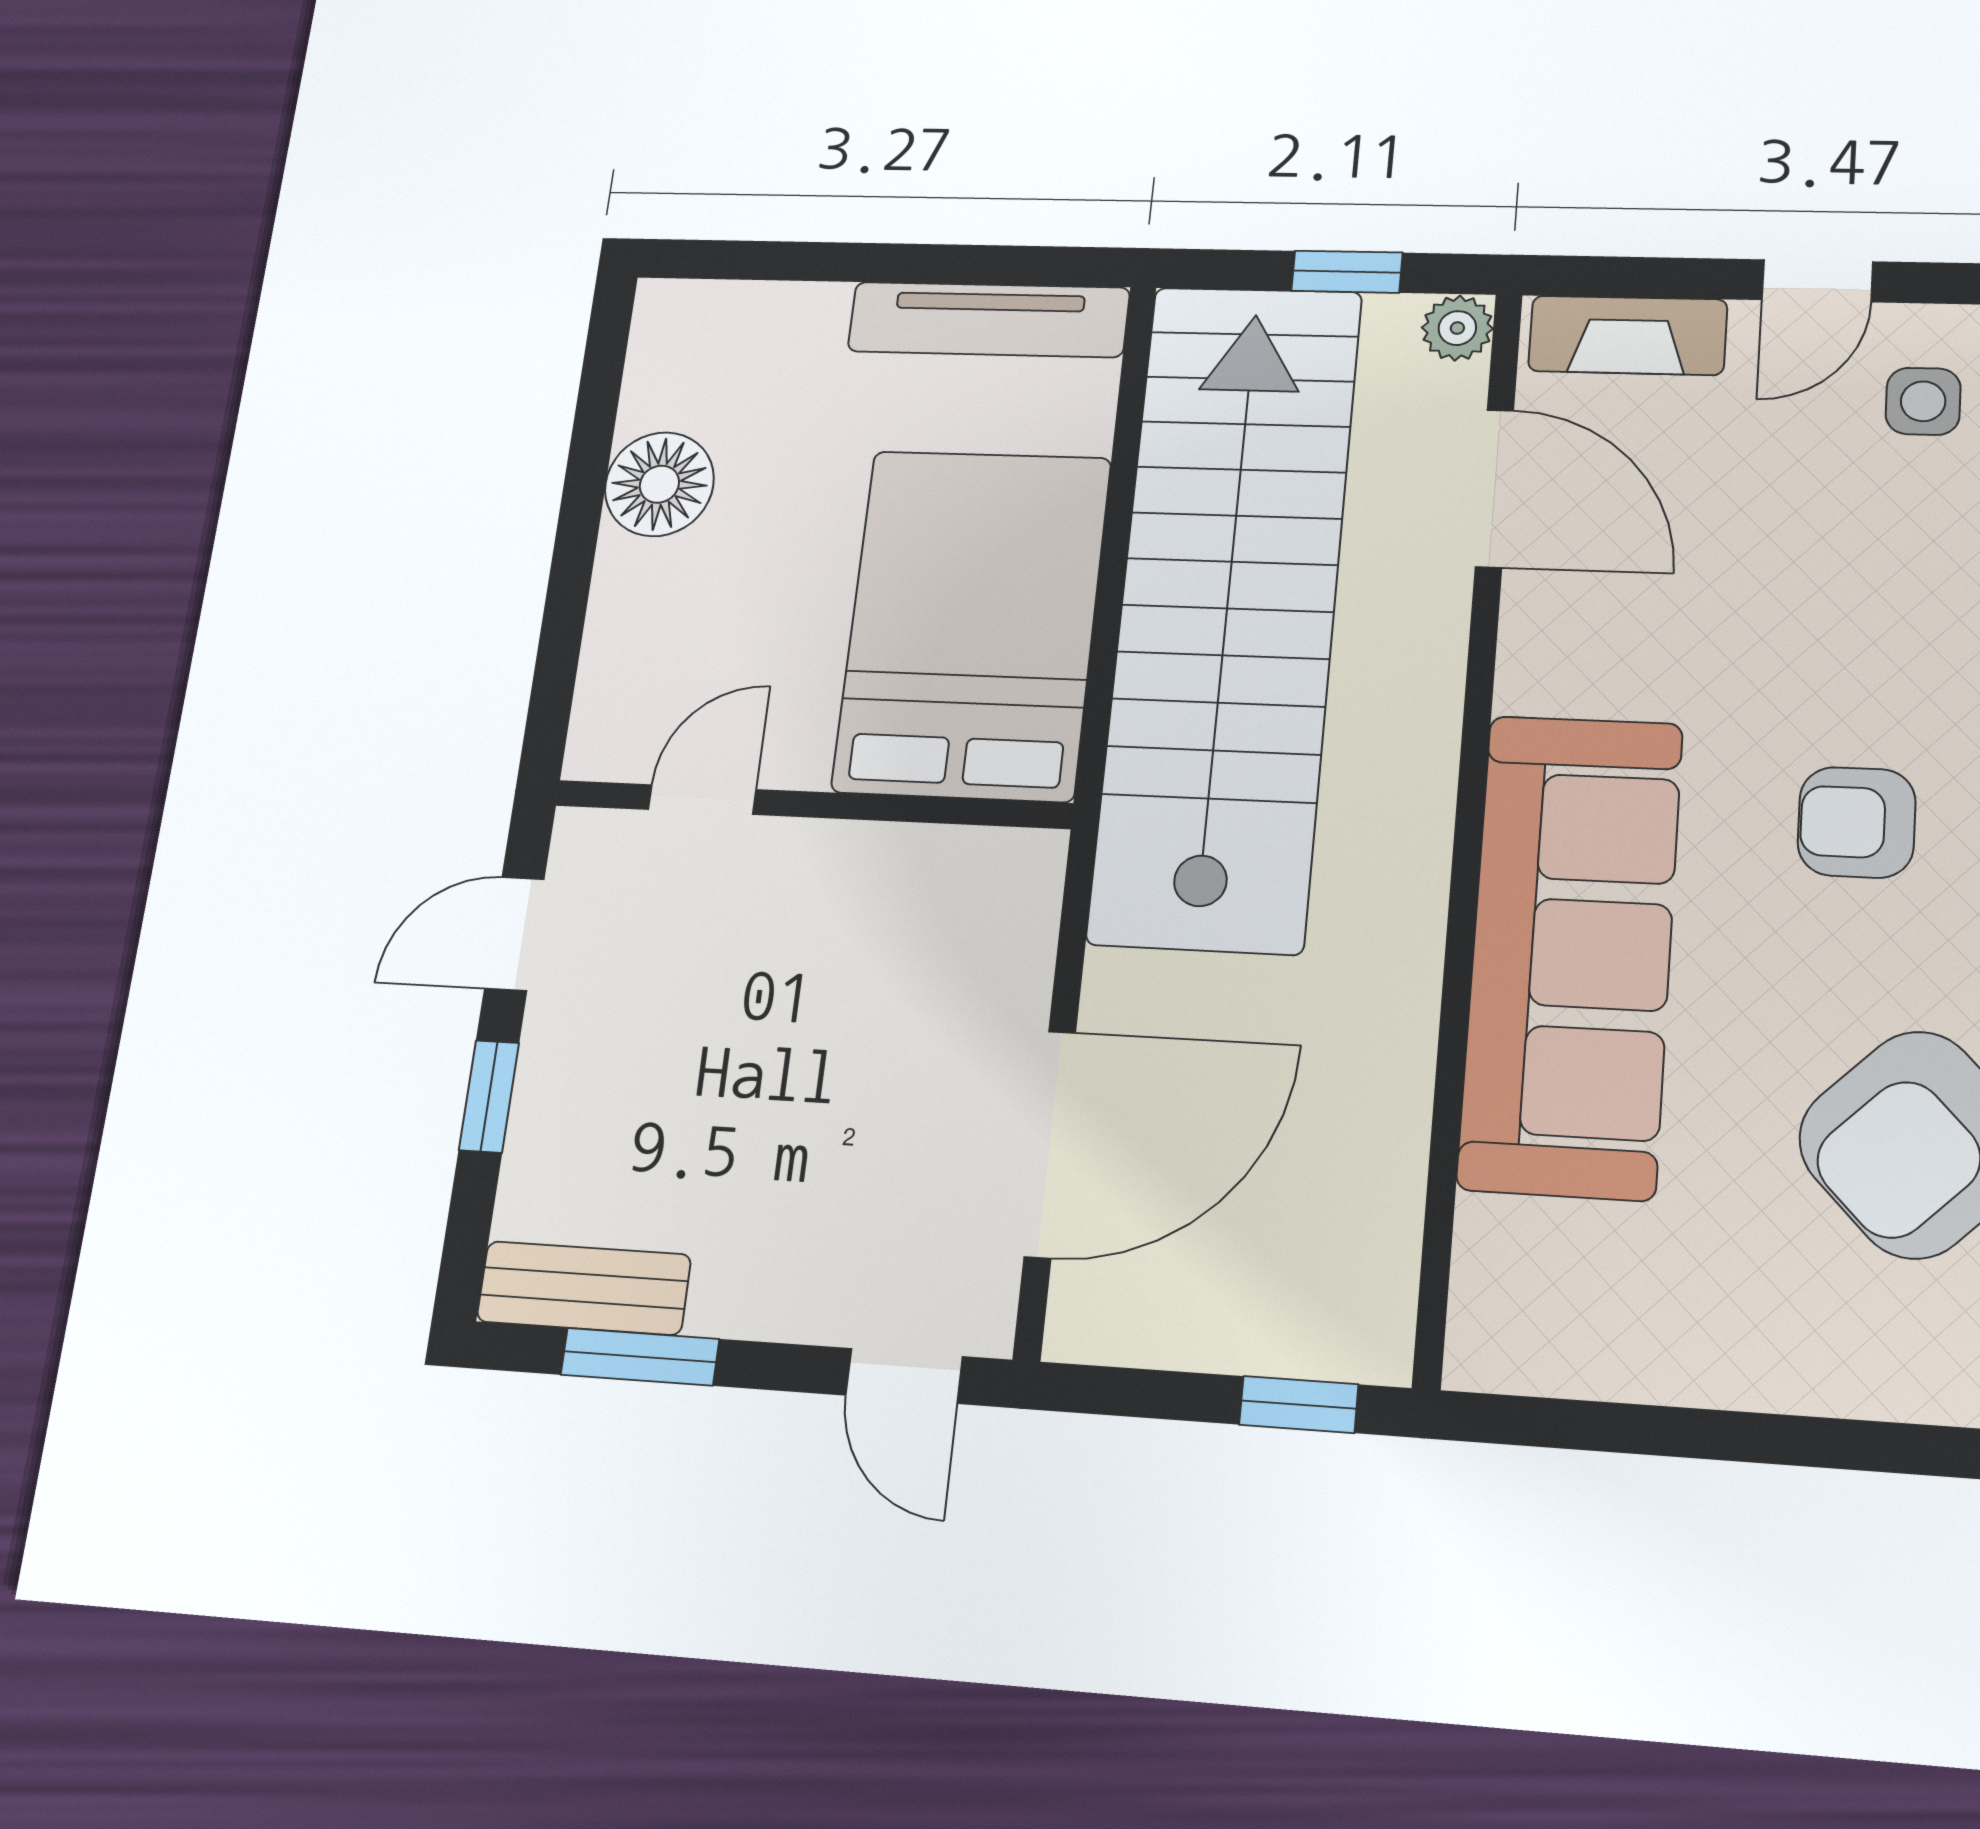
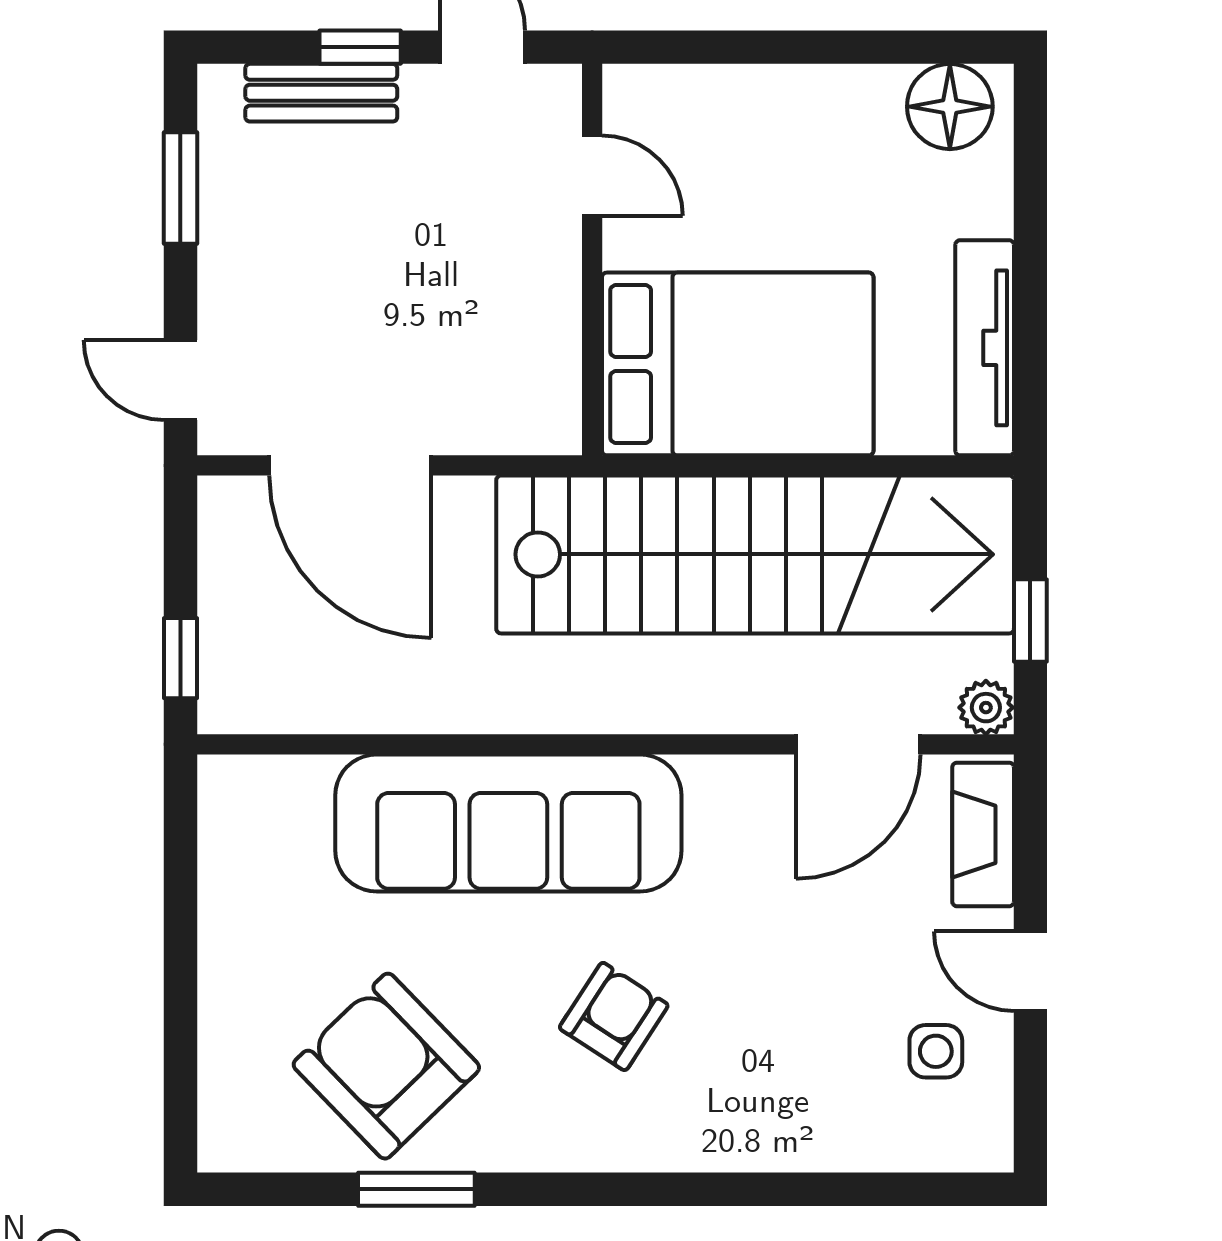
floor lamp: (659, 484) -> (950, 107), moved
armchair: (1857, 822) -> (614, 1016), turned 33
bench: (584, 1288) -> (321, 93), moved, turned 90
door: (904, 1376) -> (180, 380), hinge flipped

